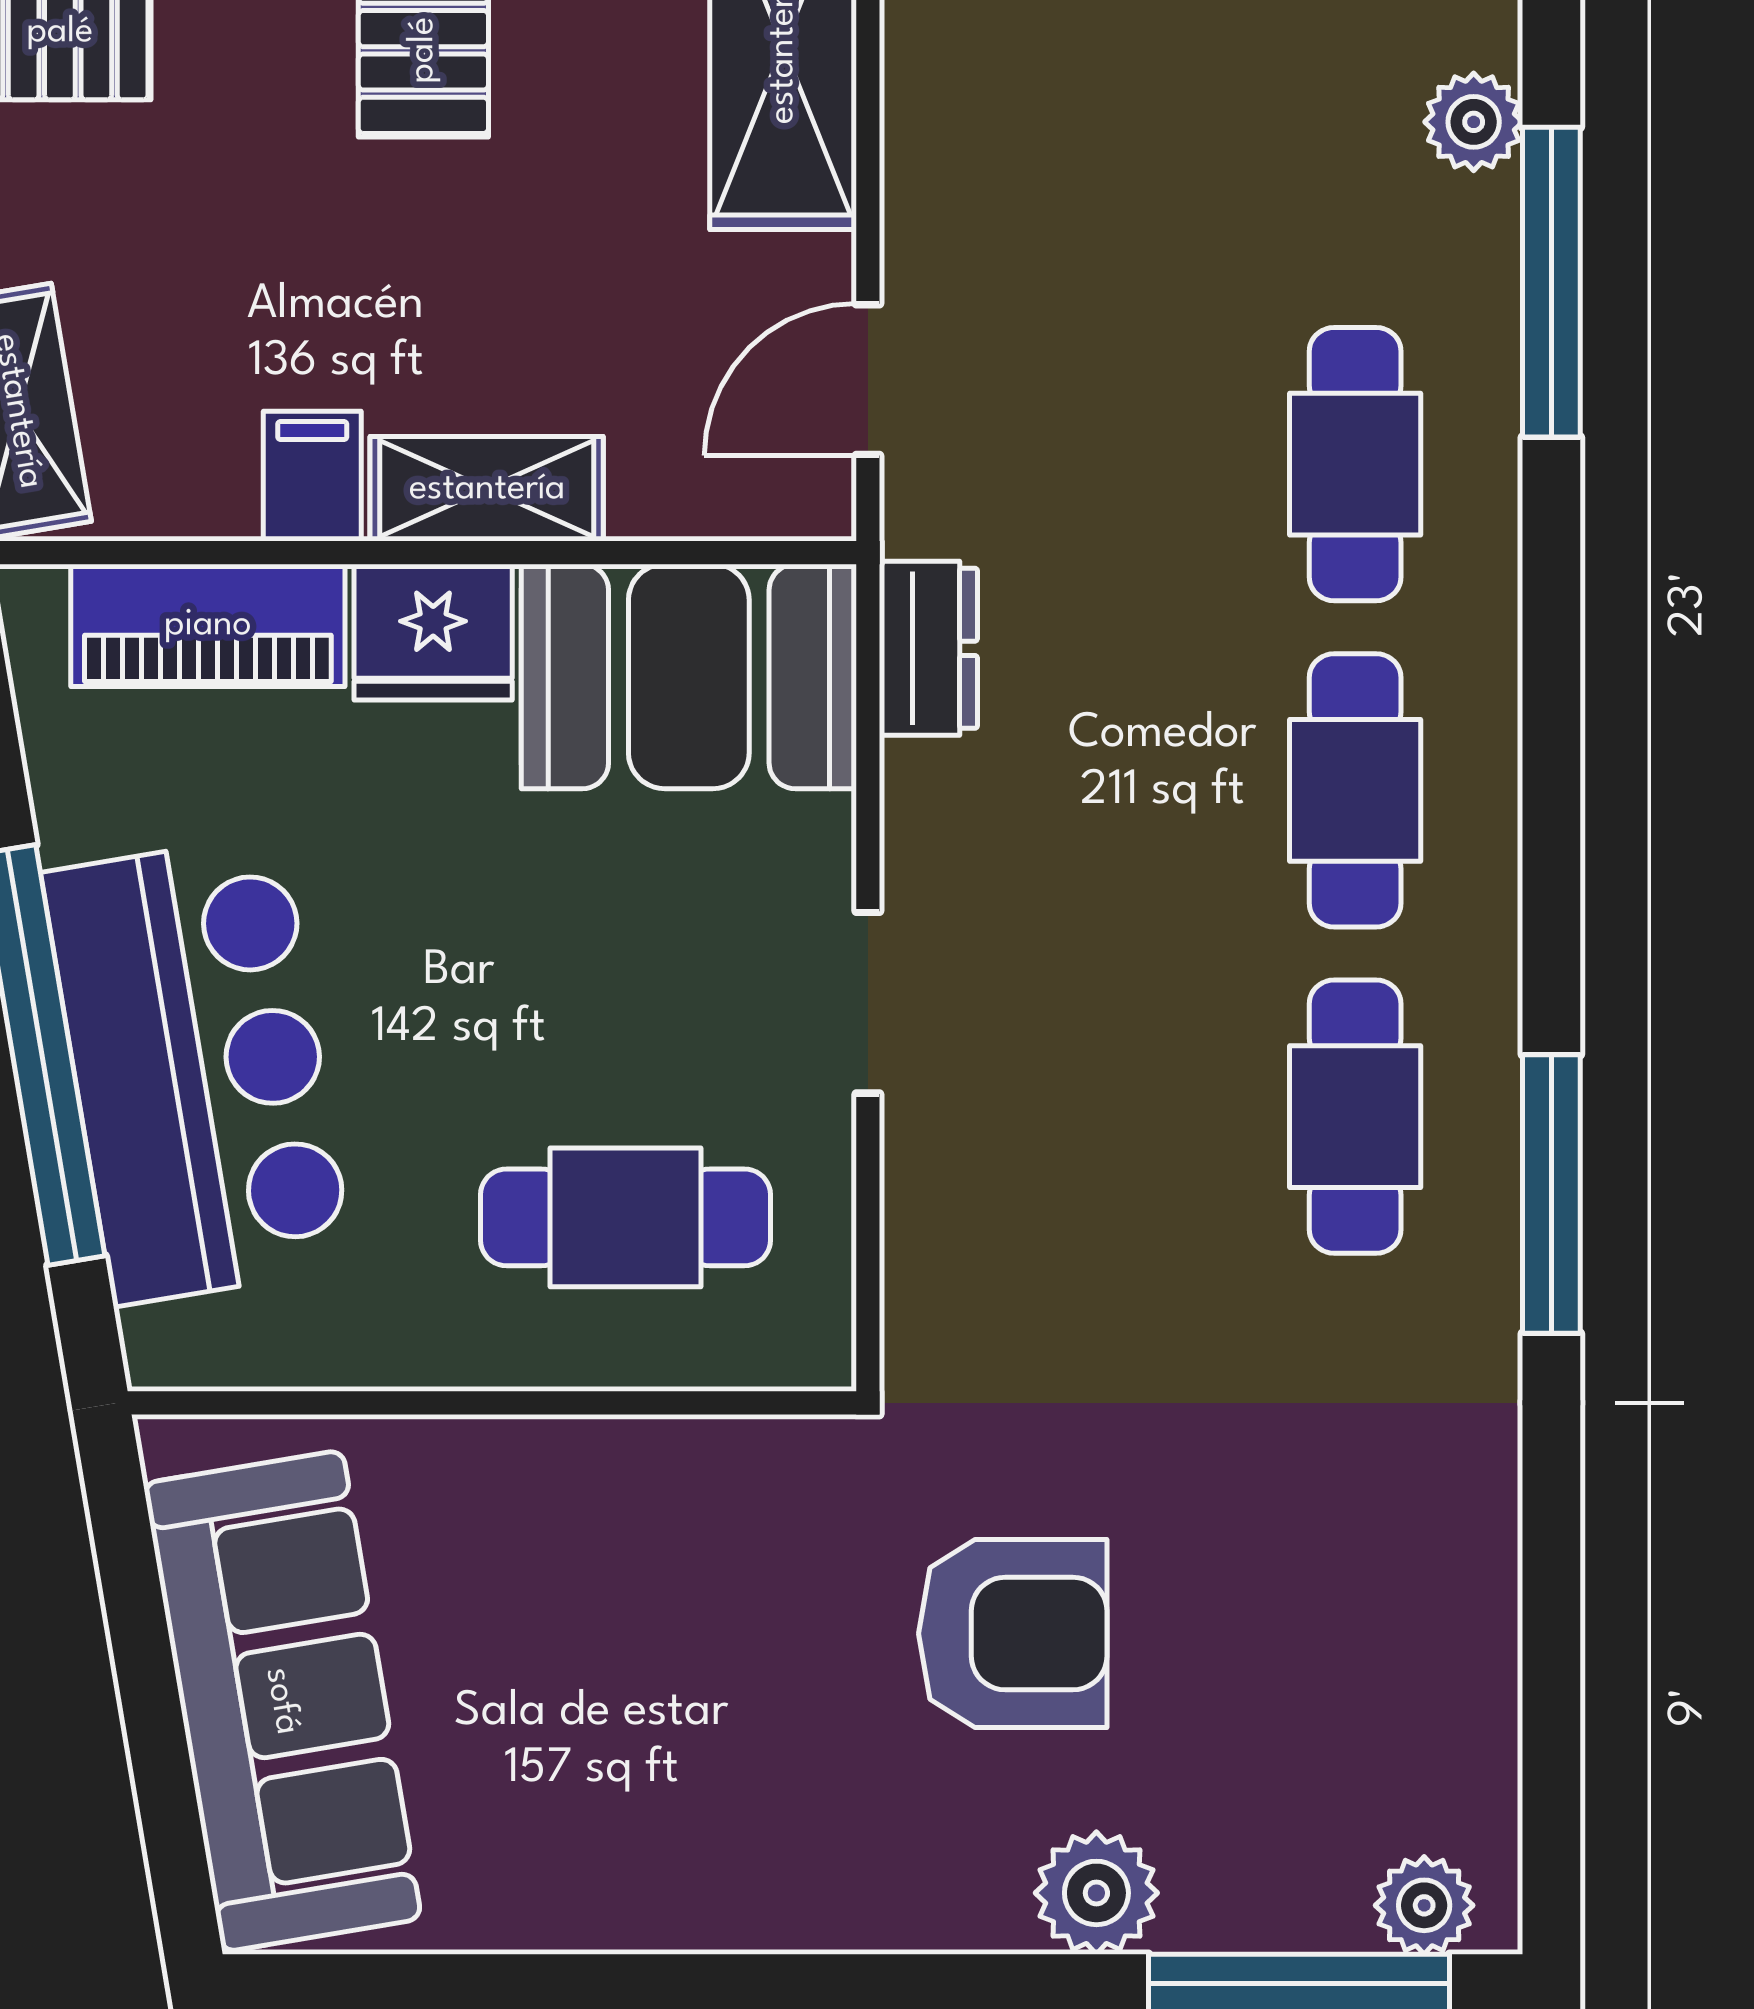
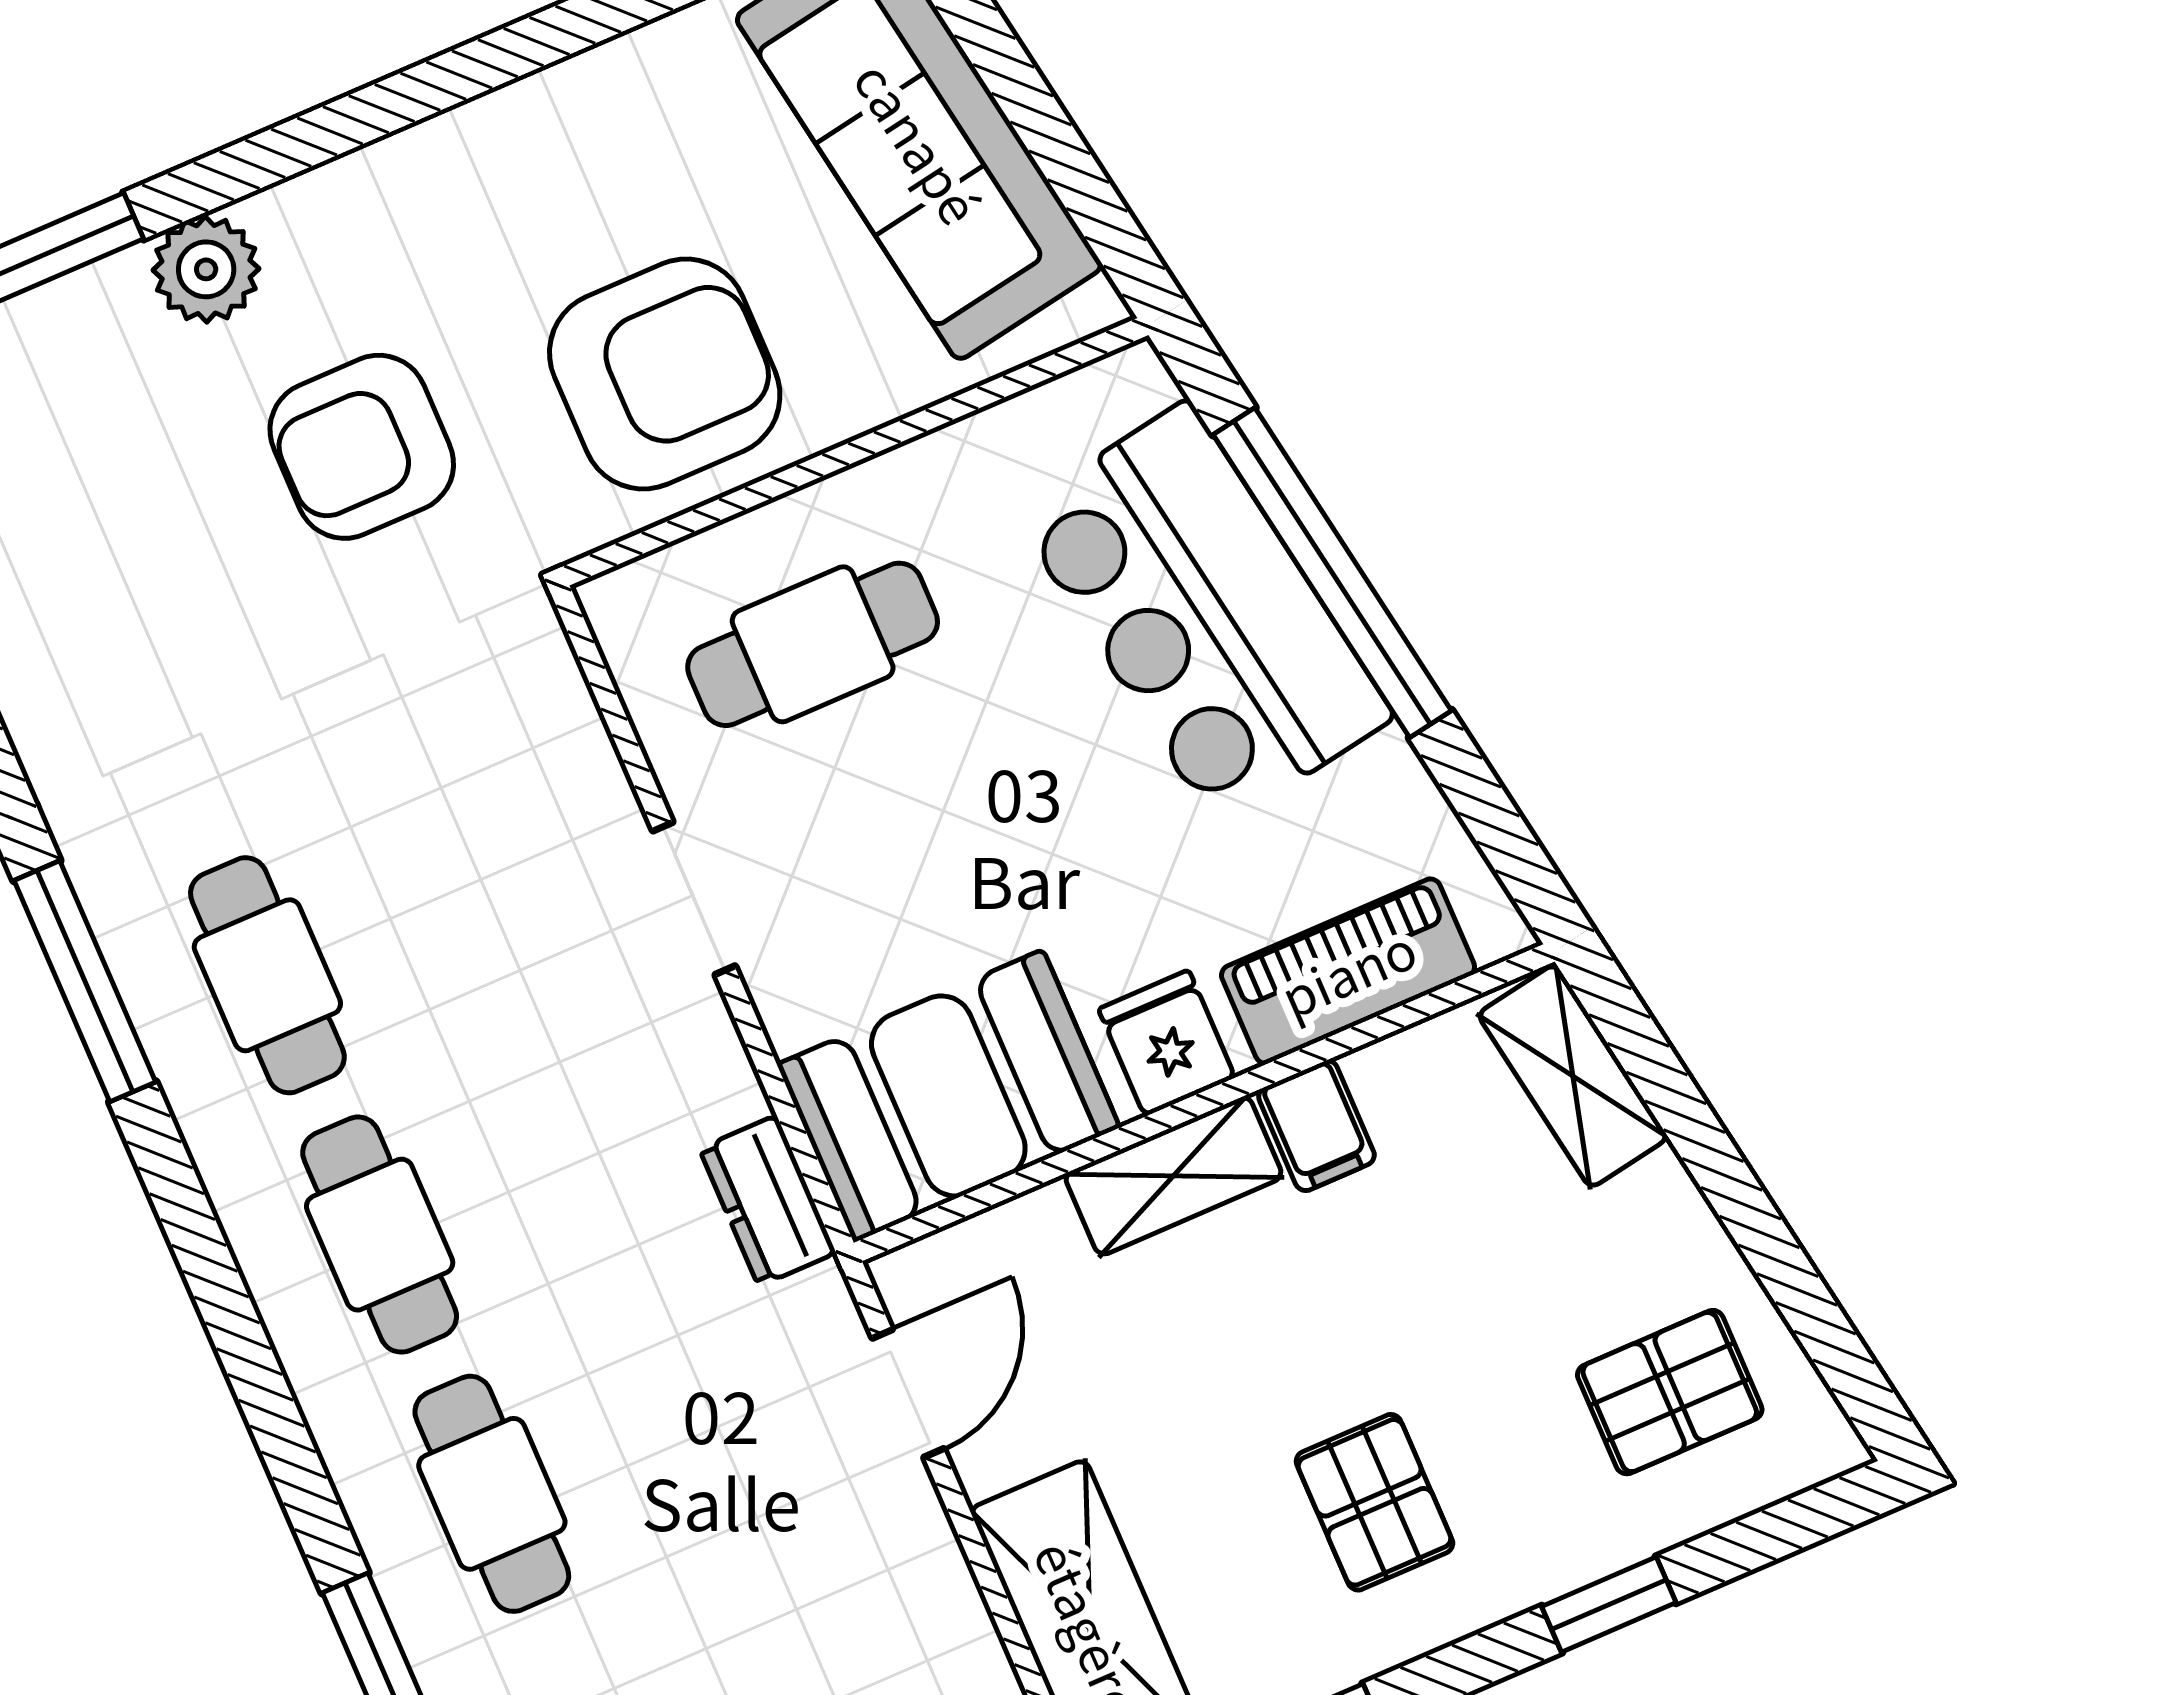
fridge: (433, 632) -> (1167, 1043), width x0.72
armchair: (658, 1572) -> (665, 374), added

